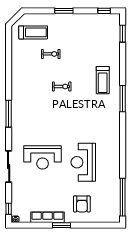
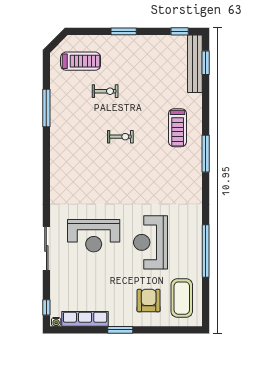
bench: (115, 34) -> (195, 64), added
window: (9, 114) -> (46, 108), moved
window: (123, 197) -> (206, 251), moved
coffee table: (106, 202) -> (182, 298), added
armchair: (82, 204) -> (149, 301), turned 180
row of seats: (47, 217) -> (85, 319), moved

